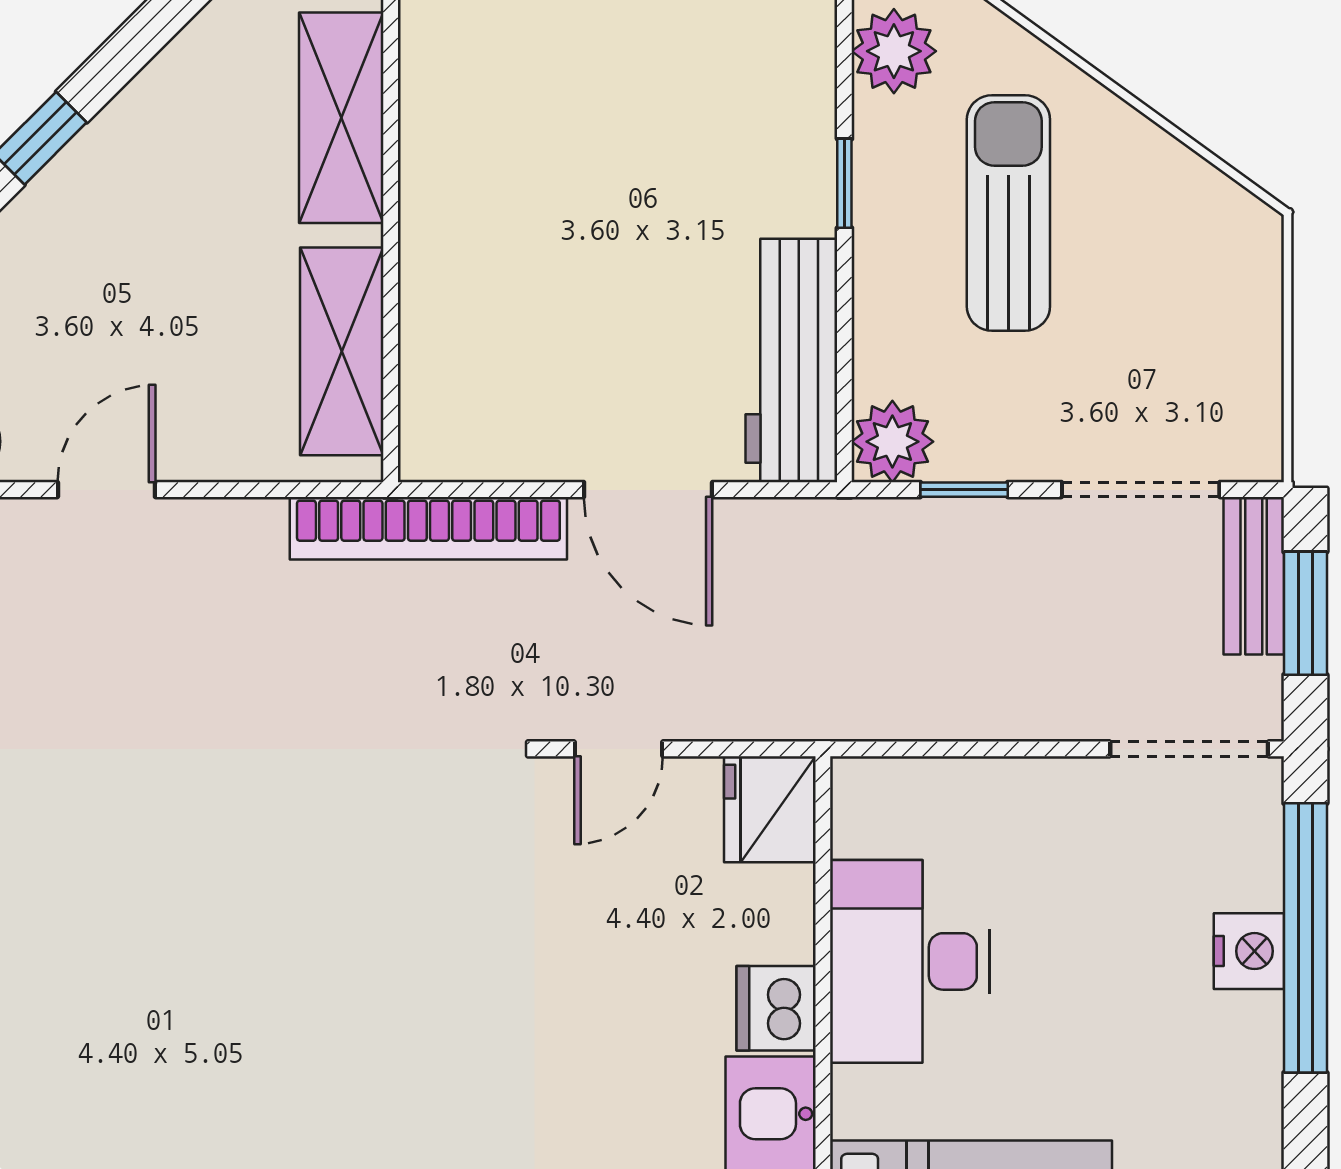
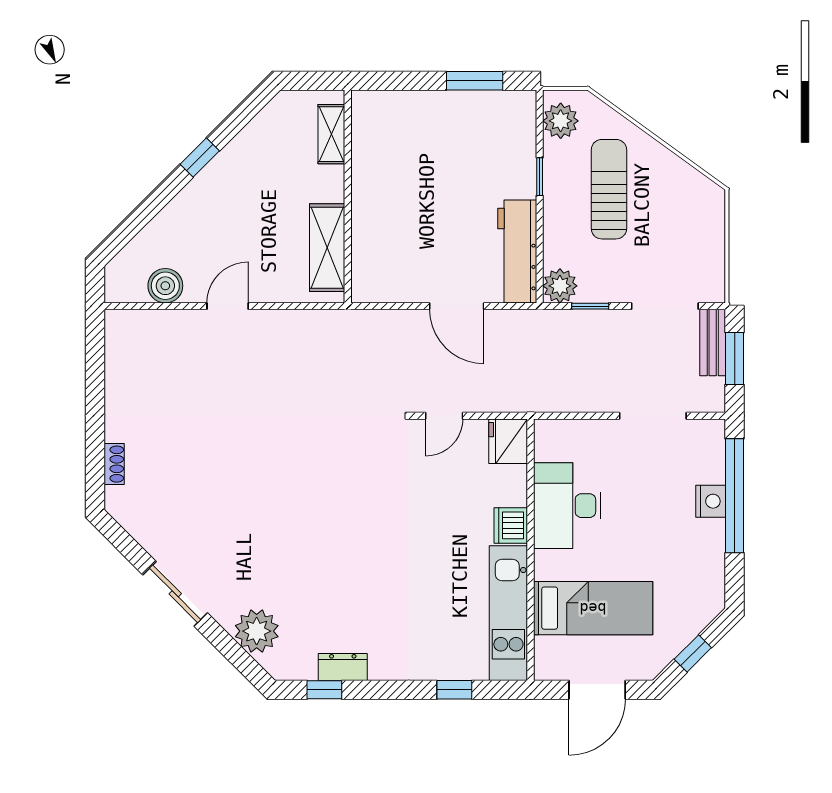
shelving: (341, 118) -> (331, 134), width x0.67, depth x0.75
bookcase: (428, 528) -> (364, 322), removed
doorway: (1189, 749) -> (653, 416), moved

